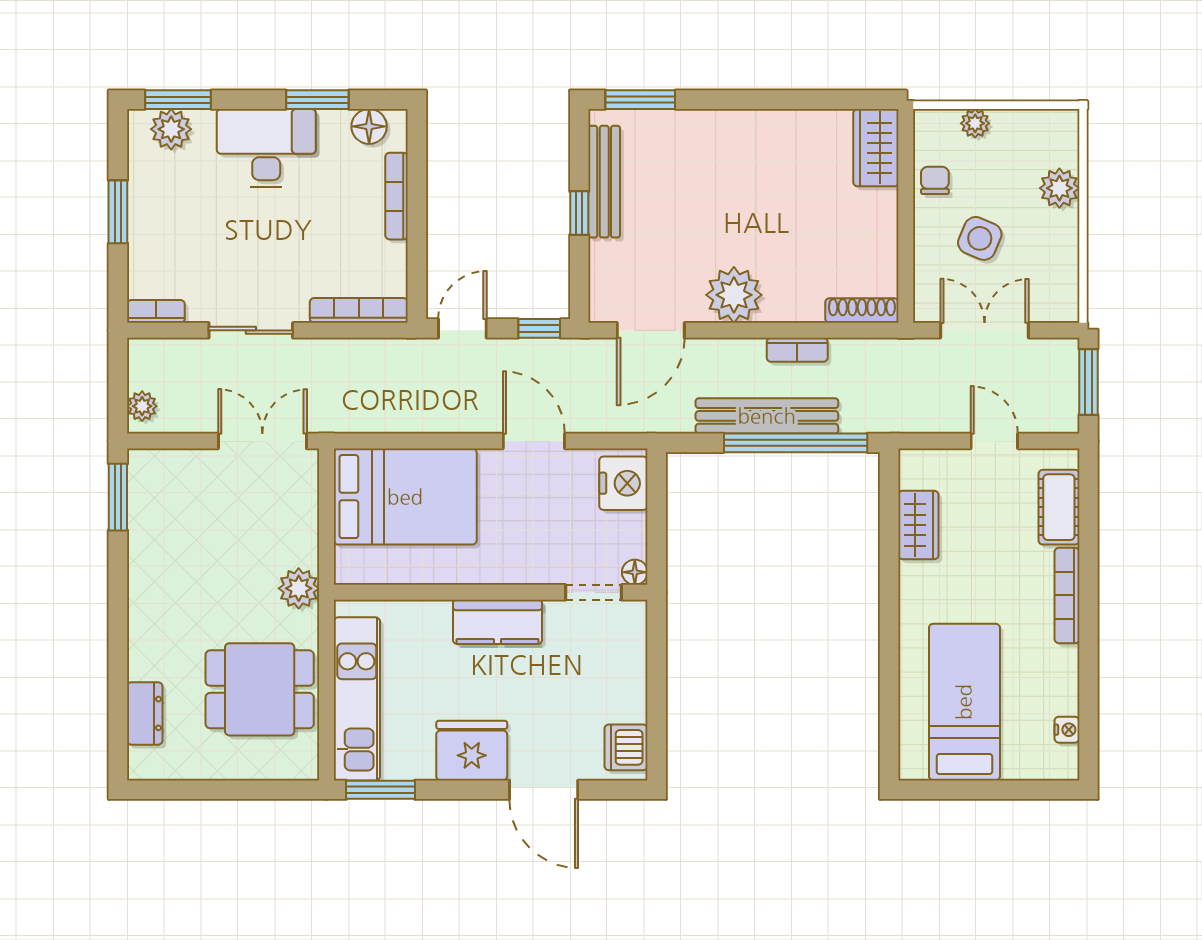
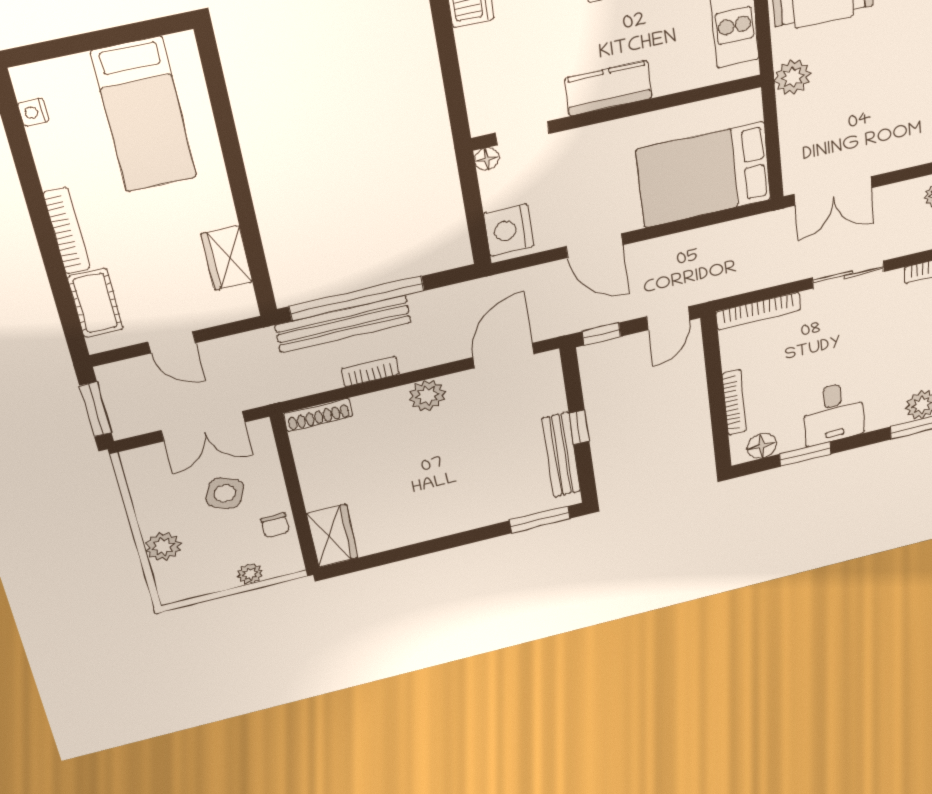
desk: (266, 148) -> (833, 413), width x0.73
plant: (734, 295) -> (427, 395), width x0.73, depth x0.73
bench: (767, 416) -> (343, 324), moved

